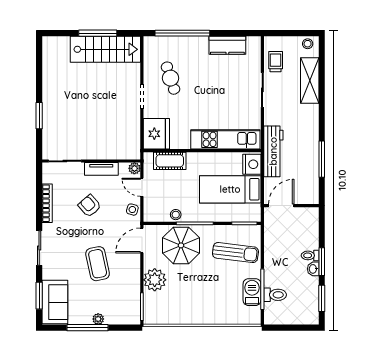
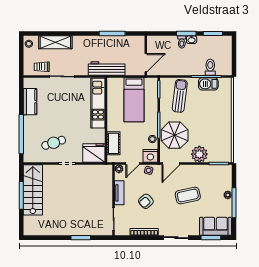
nightstand: (252, 164) -> (150, 156), moved, turned 180
door: (281, 206) -> (146, 63), swing flipped
door: (142, 240) -> (171, 163), hinge flipped

